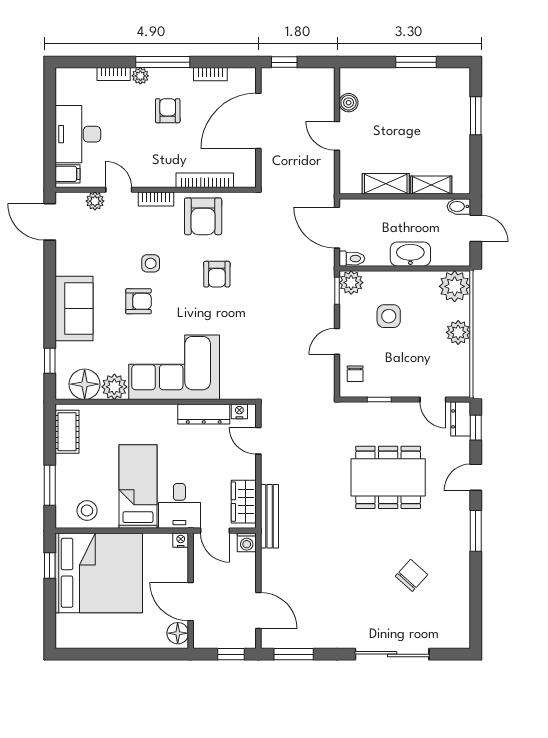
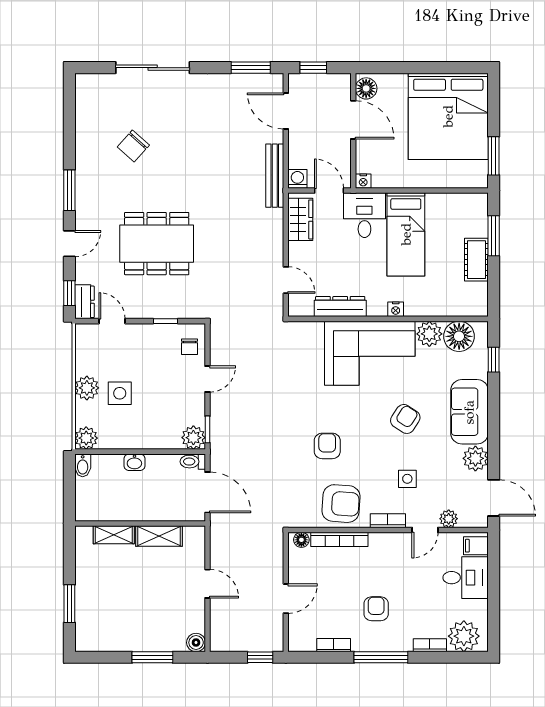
window: (416, 62) -> (152, 657), moved
plant: (140, 76) -> (464, 636), moved, width x1.87, depth x1.87
boiler: (349, 103) -> (196, 643), moved
armchair: (168, 111) -> (376, 609), turned 180
door: (258, 121) -> (286, 599), width x0.53
desk: (78, 134) -> (466, 578), width x0.73
floor lamp: (243, 180) -> (301, 540), added
door: (119, 190) -> (425, 530), hinge flipped
bidet: (459, 206) -> (83, 465), moved, turned 90
armchair: (203, 216) -> (341, 504), turned 94
door: (476, 228) -> (69, 491), removed
washbasin: (410, 254) -> (134, 462), width x0.52, depth x0.69
plant: (68, 262) -> (475, 458), added
side table: (151, 263) -> (407, 479), moved
plant: (455, 286) -> (86, 438), width x0.73, depth x0.73
armchair: (138, 301) -> (405, 419), turned 123
side table: (389, 316) -> (120, 393), moved
chair: (355, 374) -> (189, 347), turned 180
nightstand: (239, 411) -> (396, 309), moved
cot: (67, 432) -> (476, 260), moved
stool: (87, 510) -> (457, 211), removed
bench: (270, 516) -> (275, 176), moved
window: (50, 566) -> (494, 156), width x1.50
bed: (99, 573) -> (448, 116), moved, turned -90

